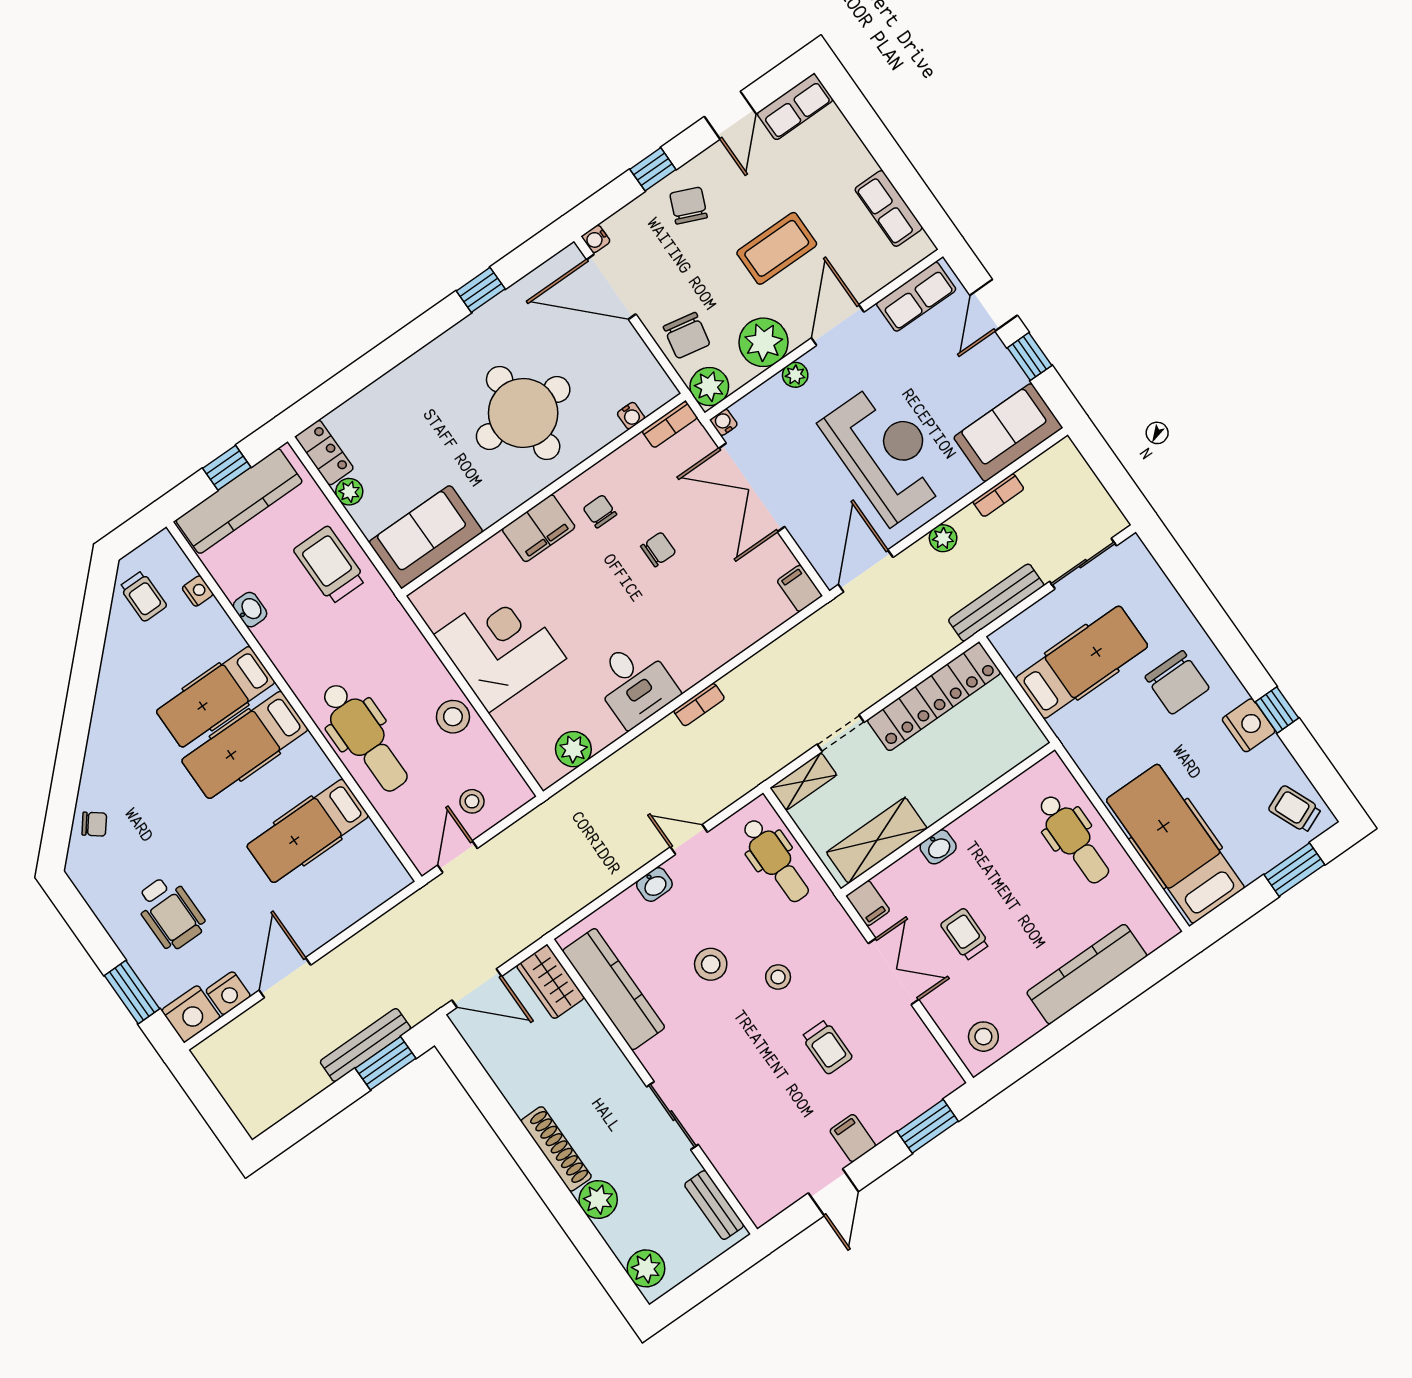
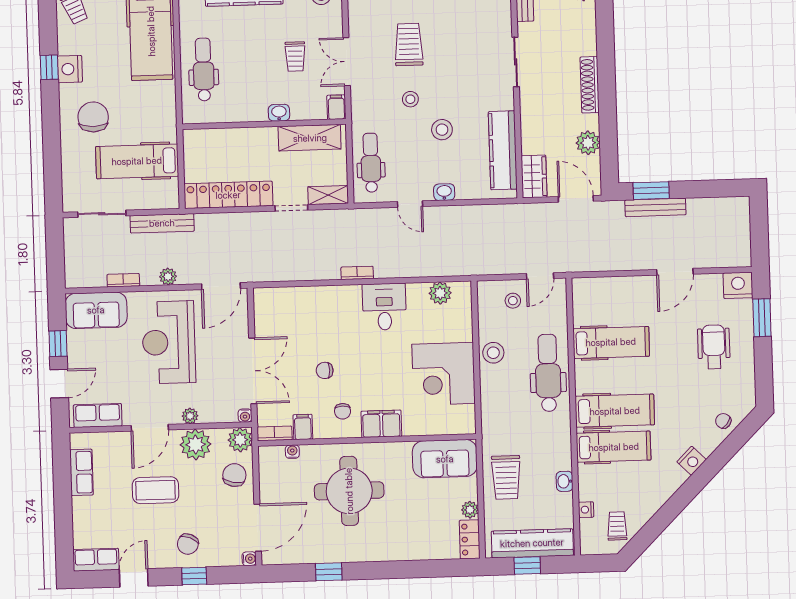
door: (611, 287) -> (258, 528), hinge flipped
filing cabinet: (800, 588) -> (303, 427), moved, turned 180
nightstand: (228, 993) -> (692, 461), moved, turned 135
trolley: (827, 1047) -> (409, 44), width x1.36, depth x1.39
plant: (598, 1199) -> (588, 143), moved

